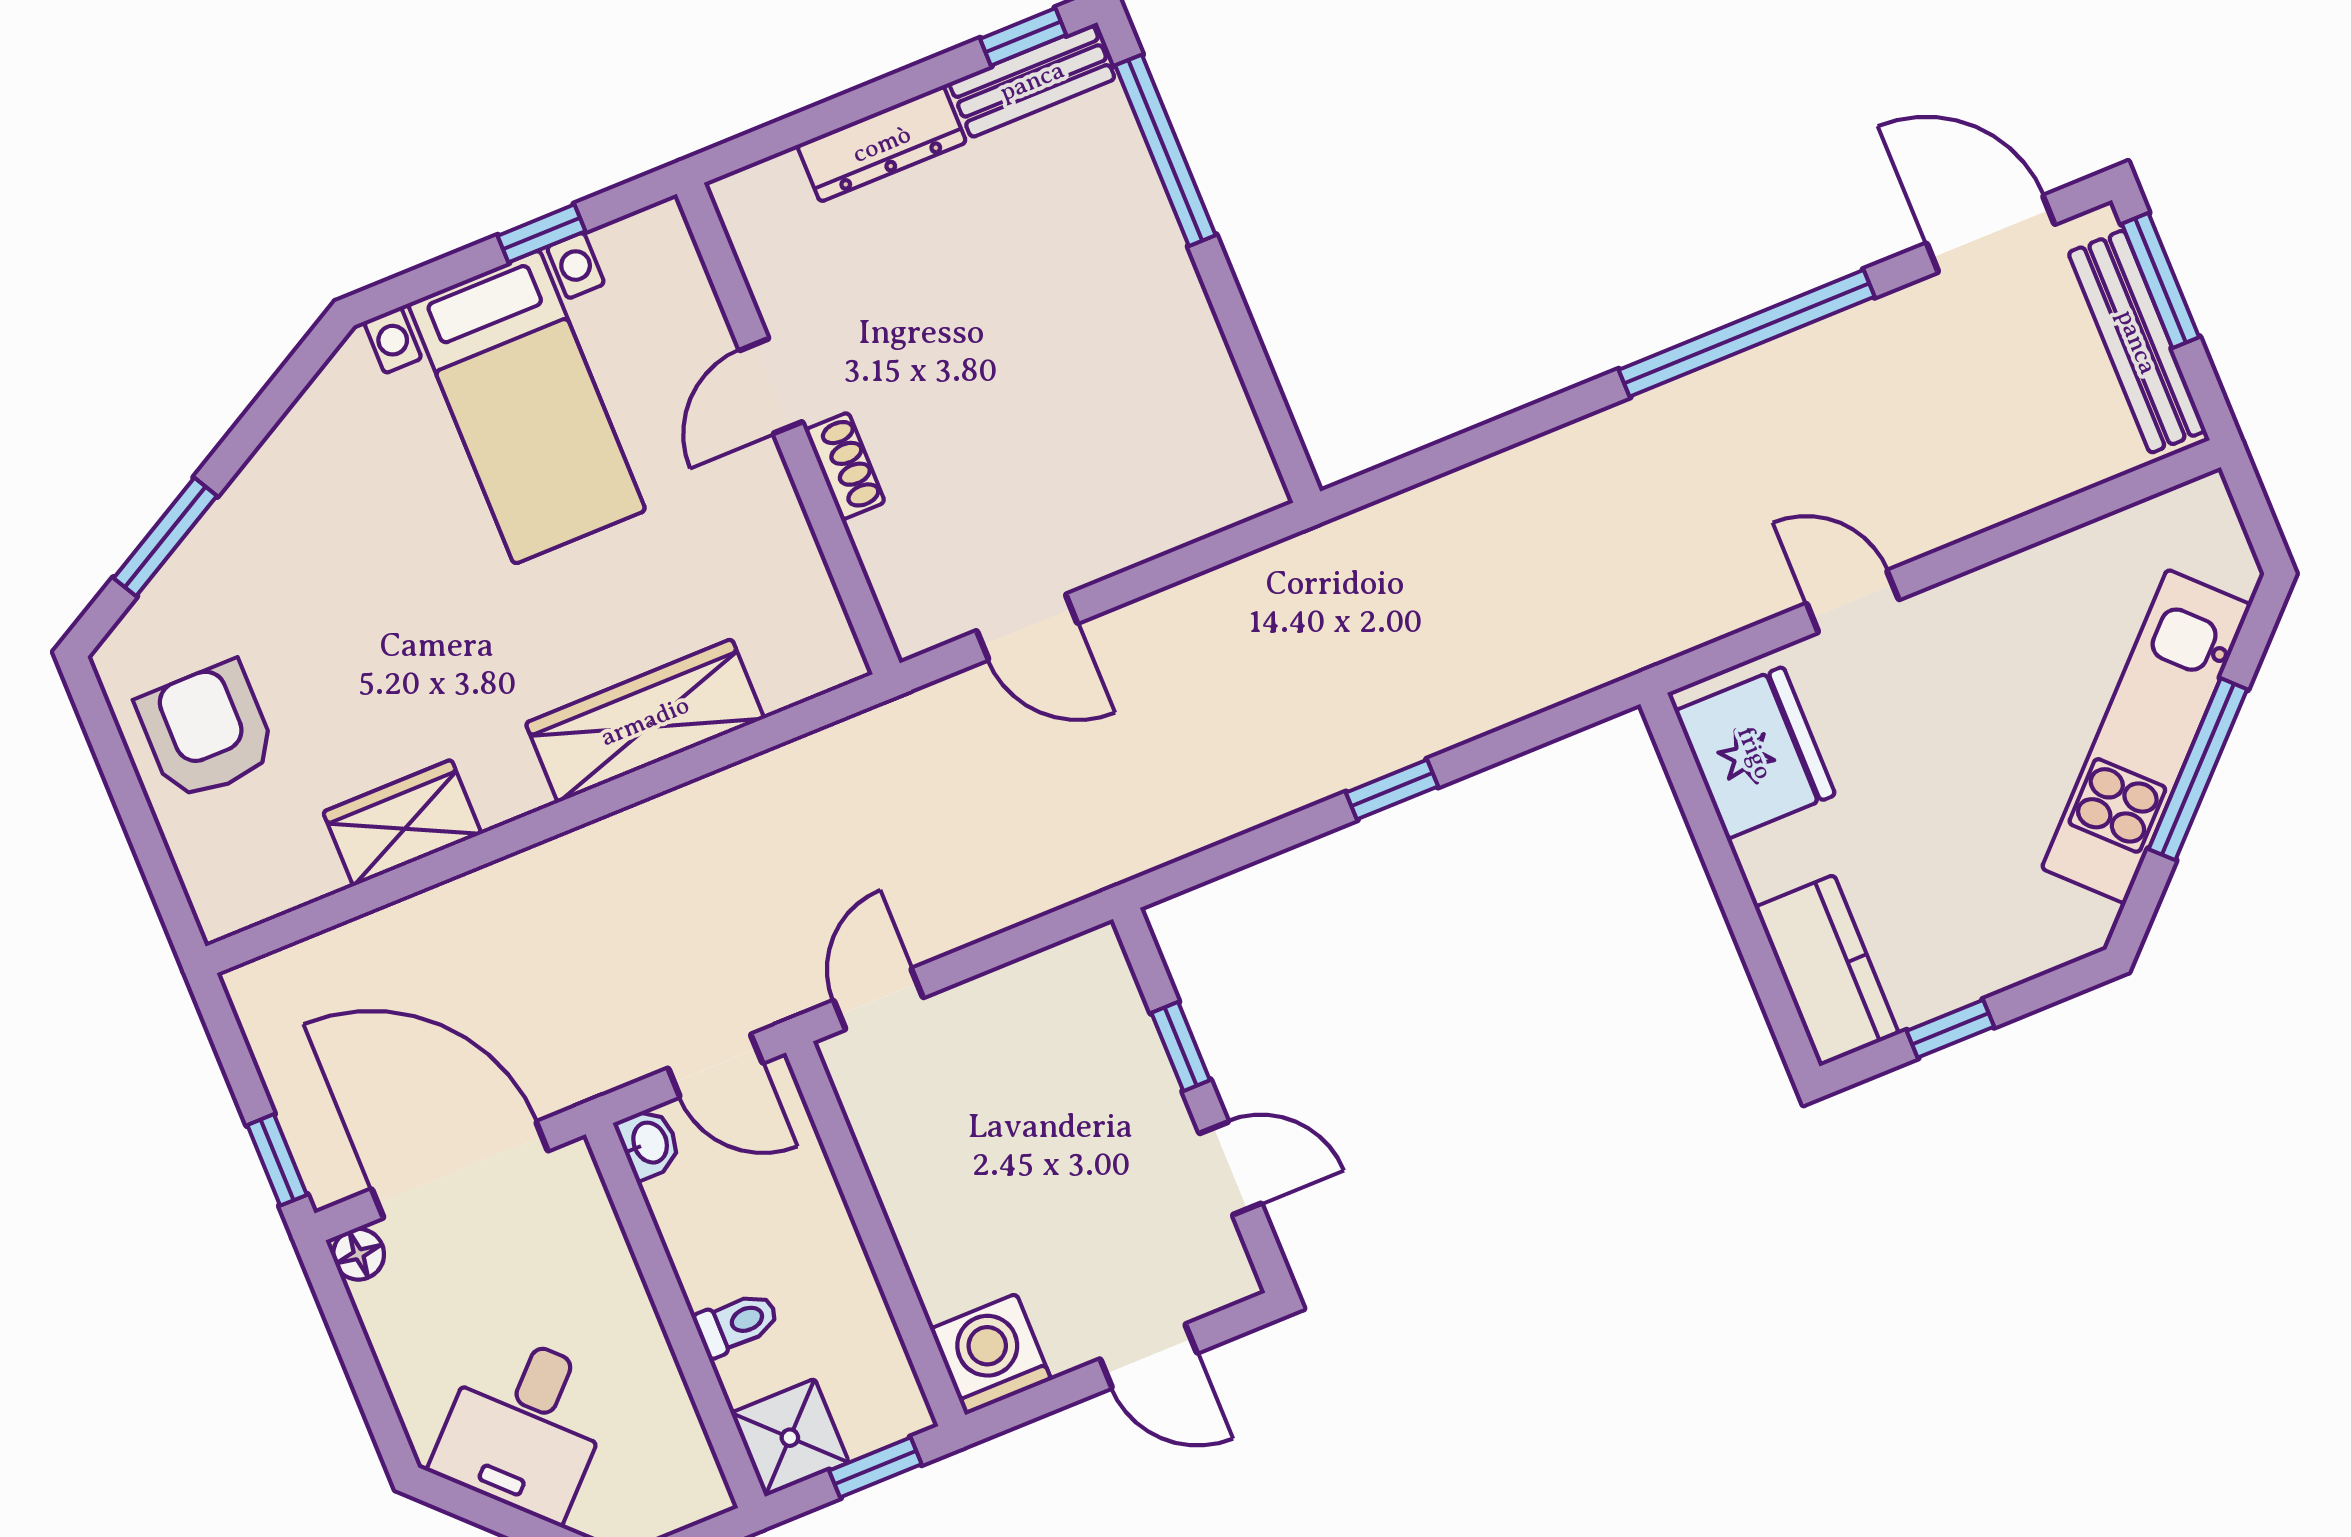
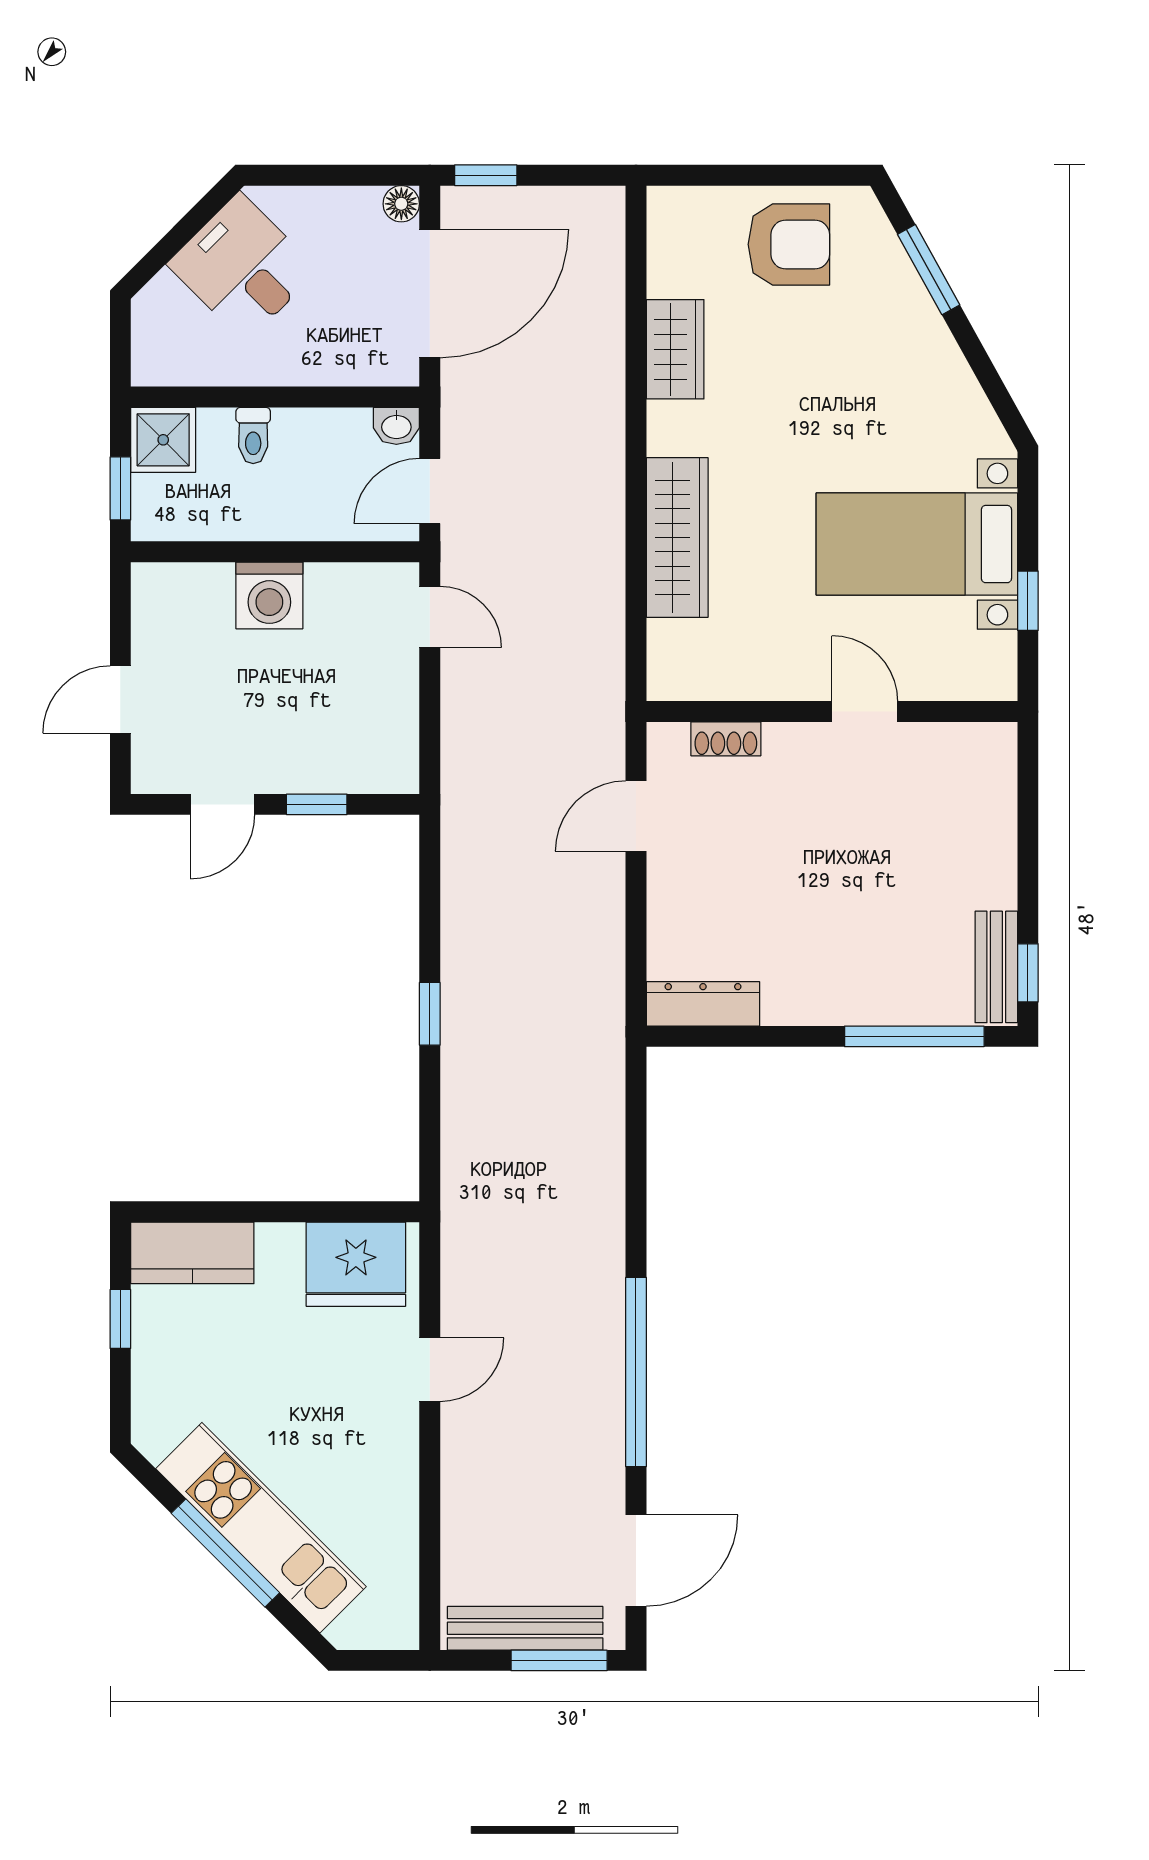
dresser: (882, 144) -> (703, 1004), moved, turned 90
shoe rack: (845, 466) -> (726, 739), moved
washing machine: (991, 1354) -> (269, 595), moved, turned 90

